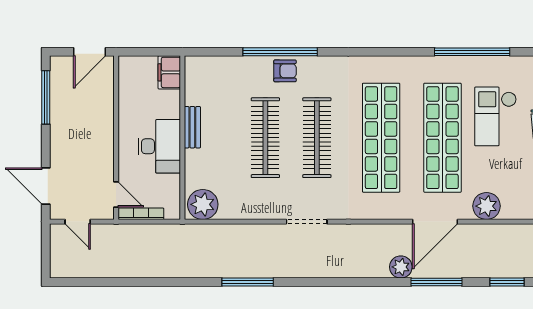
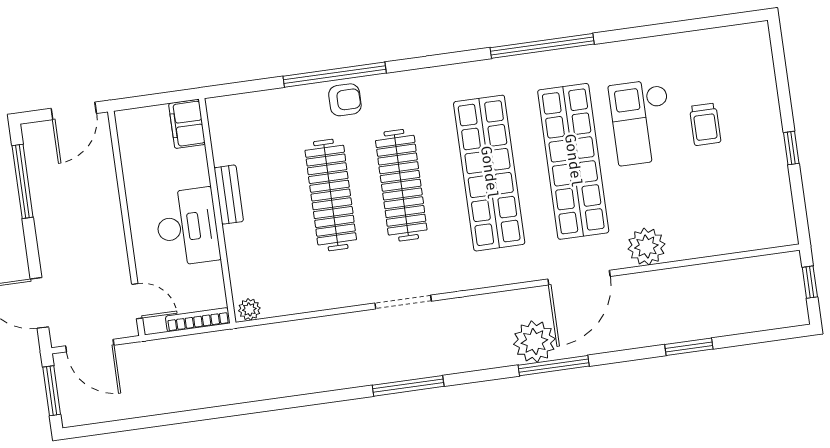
window: (472, 52) -> (542, 46), moved
plant: (203, 204) -> (249, 309), width x0.53, depth x0.53
bookcase: (141, 214) -> (198, 320), moved
door: (78, 222) -> (90, 346), width x1.38
window: (46, 250) -> (52, 391), added
plant: (401, 267) -> (534, 341), width x1.36, depth x1.36
window: (248, 282) -> (408, 386), moved
window: (437, 282) -> (554, 366), moved

